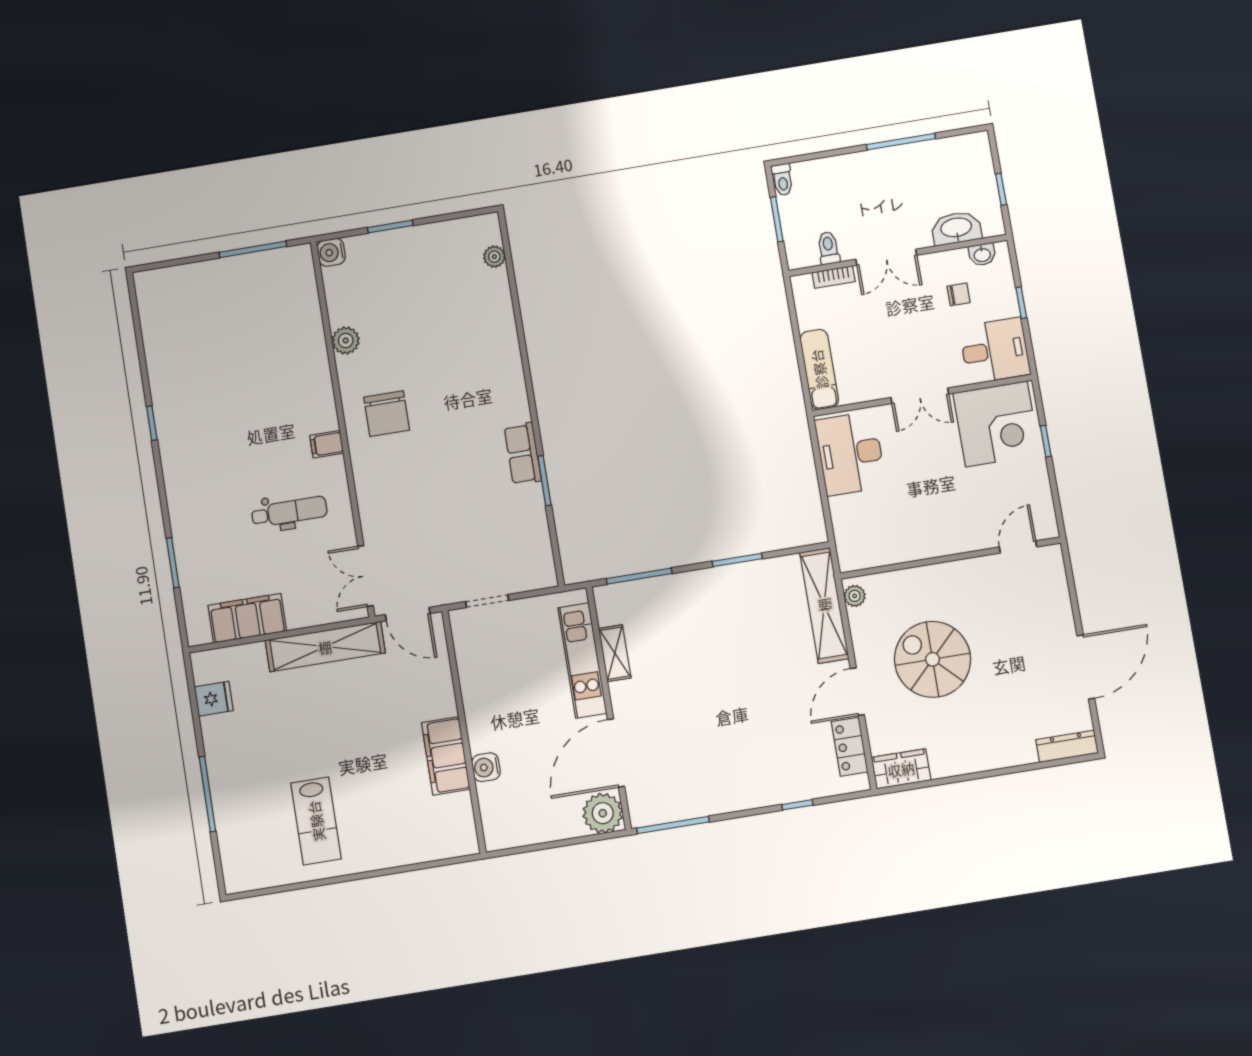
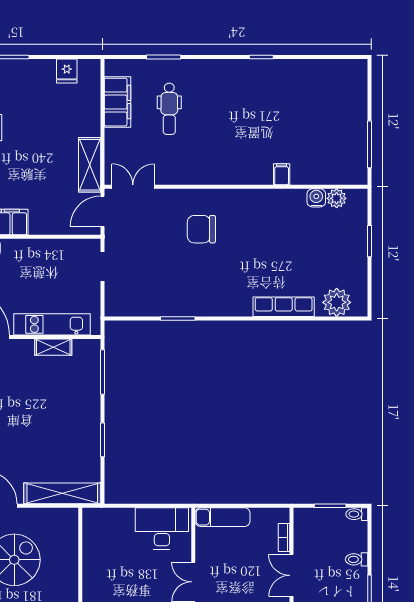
toilet: (828, 248) -> (356, 559), moved, turned 180
water cooler: (331, 252) -> (316, 198), moved
plant: (494, 257) -> (337, 302), width x1.87, depth x1.87
plant: (346, 340) -> (337, 198), moved
chair: (387, 414) -> (201, 229), moved
filing cabinet: (327, 444) -> (282, 174), moved
row of seats: (523, 454) -> (284, 307), moved, width x1.48
dental chair: (289, 512) -> (169, 109), moved
plant: (855, 596) -> (65, 515), removed
shelving: (325, 647) -> (90, 165), width x0.68

